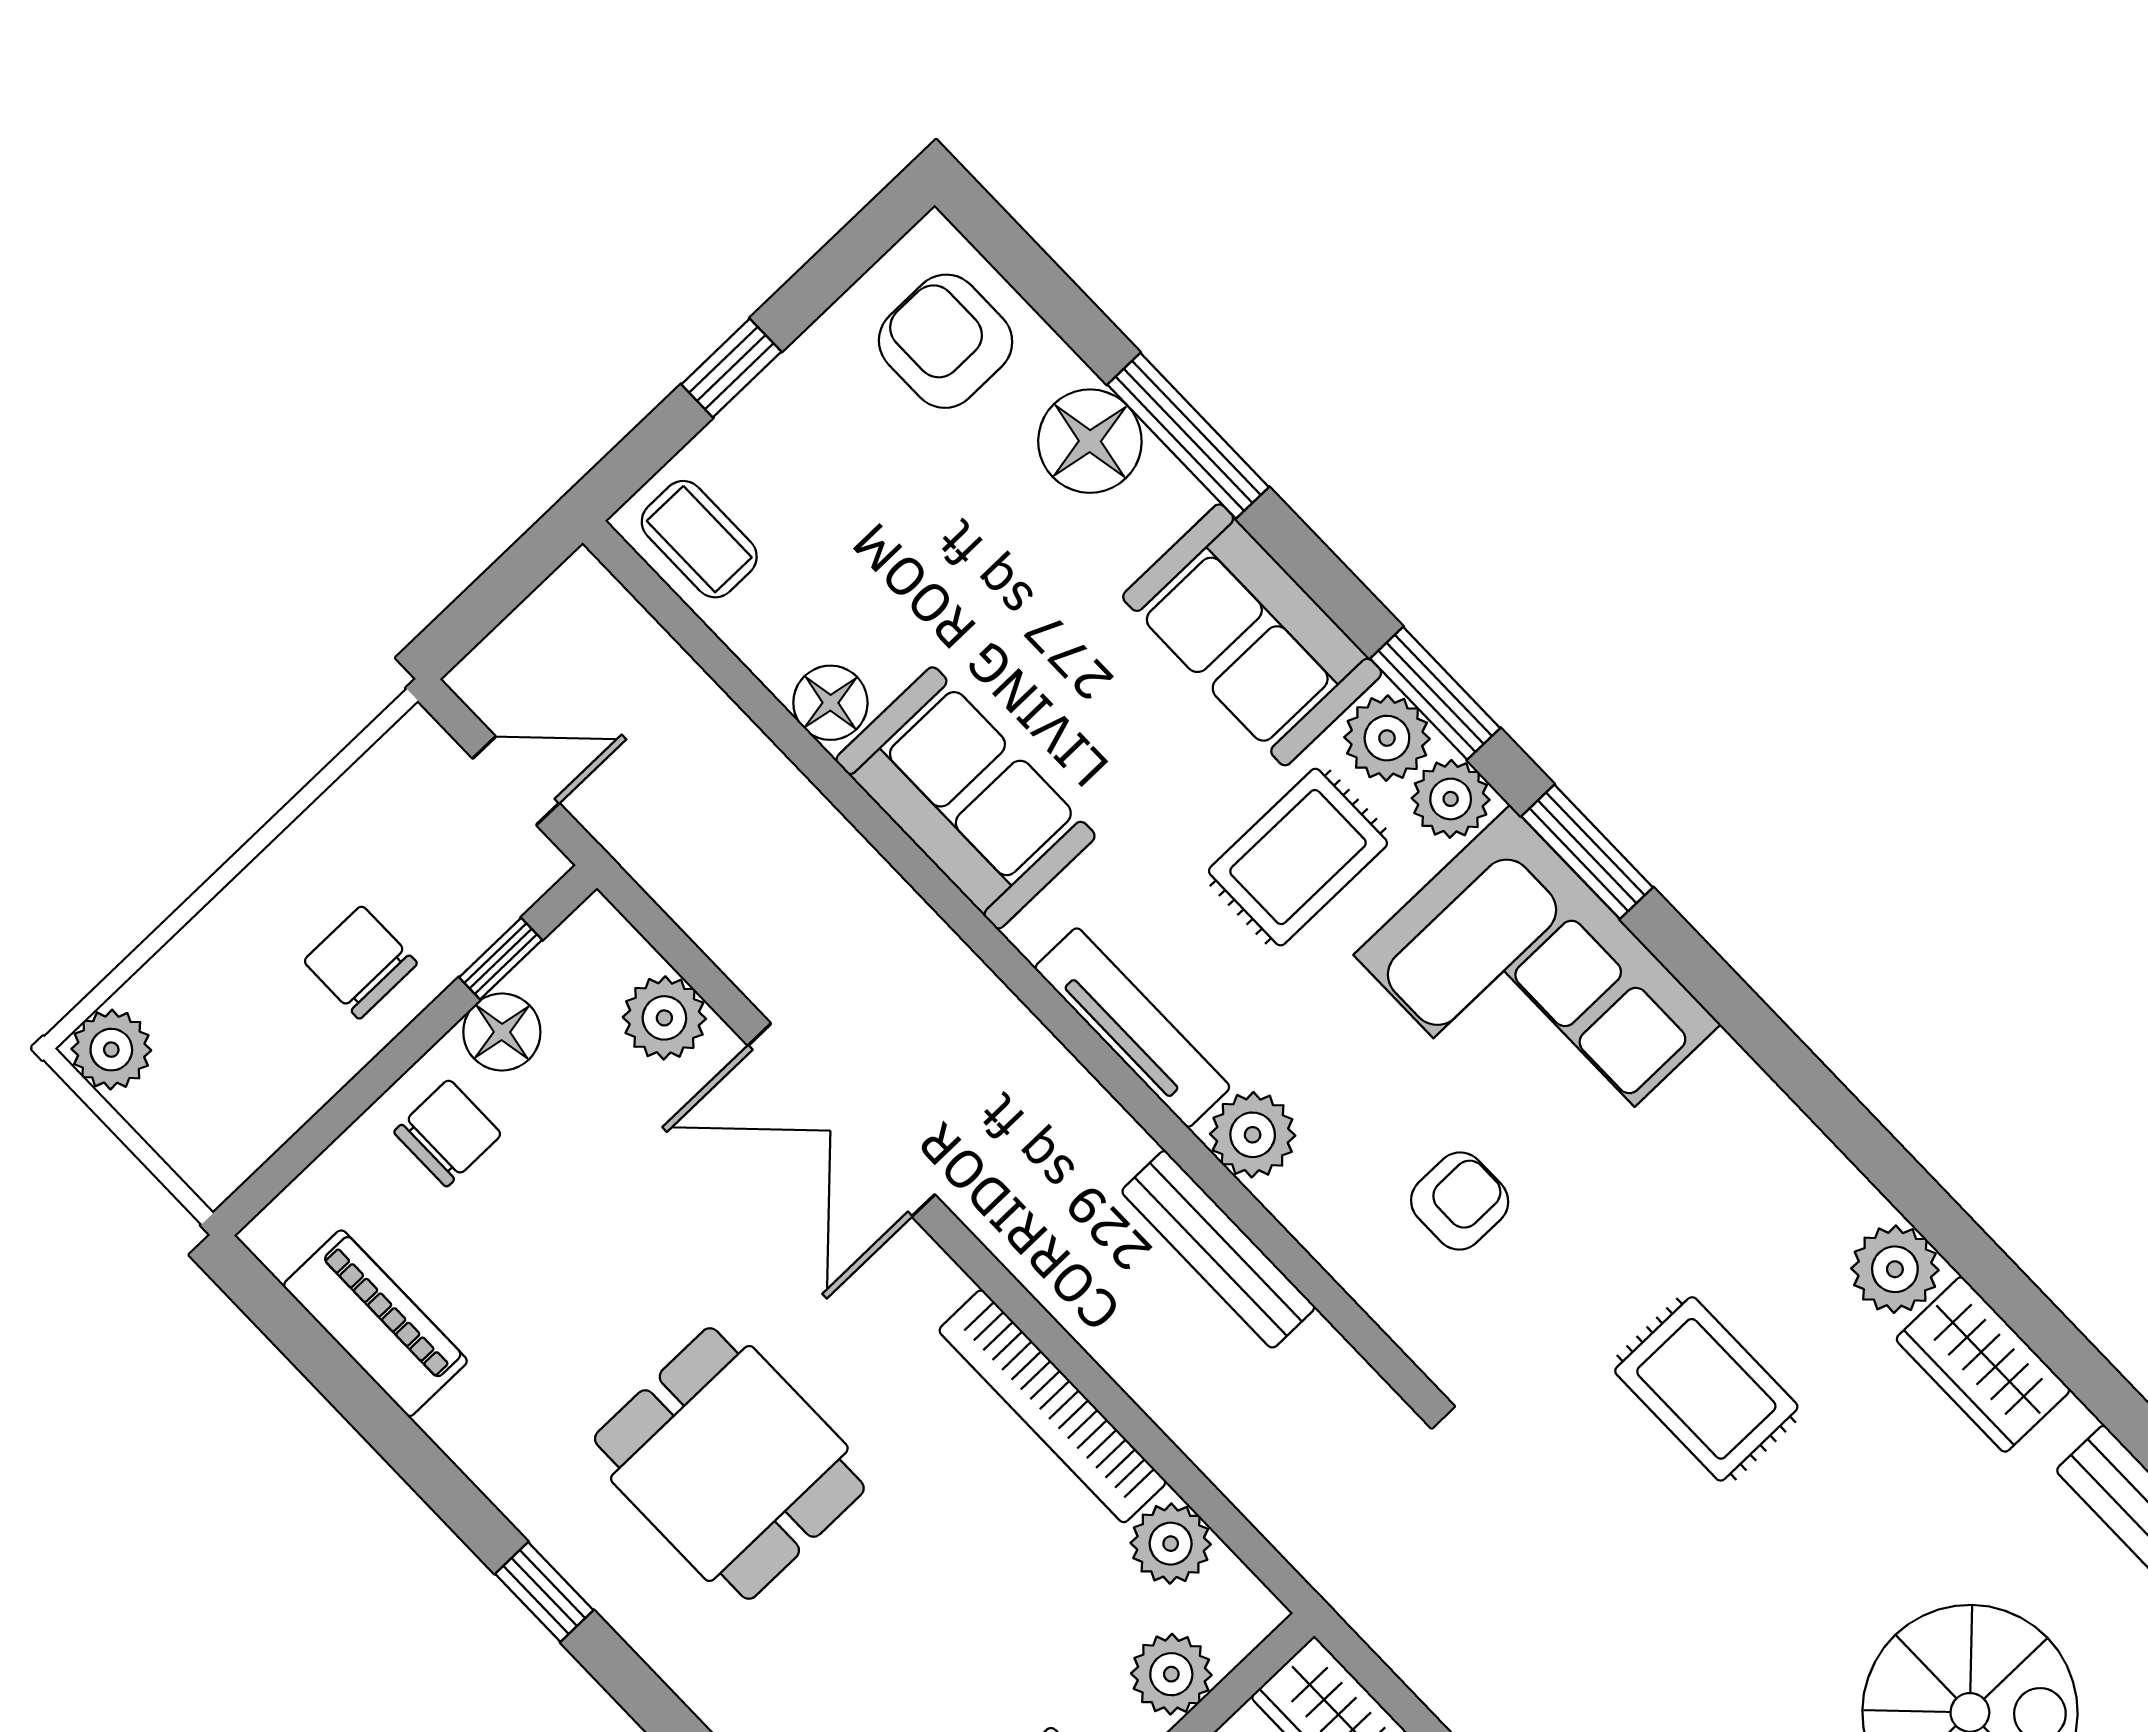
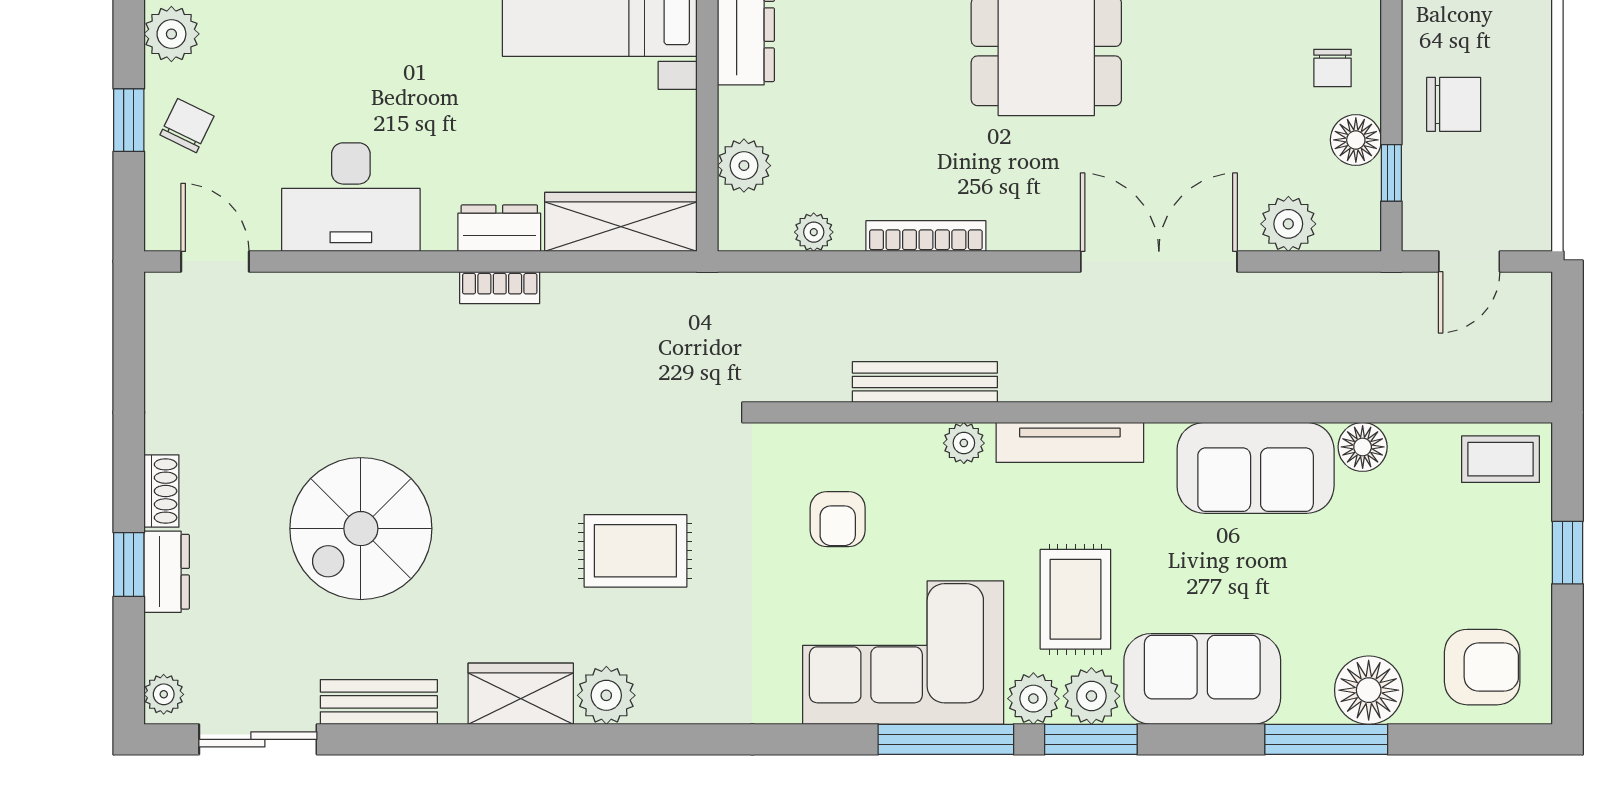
window: (1587, 852) -> (946, 739), width x1.44
chair: (448, 1133) -> (1332, 68), width x0.73, depth x0.73
plant: (1253, 1135) -> (964, 443), width x0.73, depth x0.73
bookcase: (1052, 1406) -> (926, 236), width x0.68, depth x0.76
plant: (1171, 1544) -> (814, 232), width x0.73, depth x0.73

